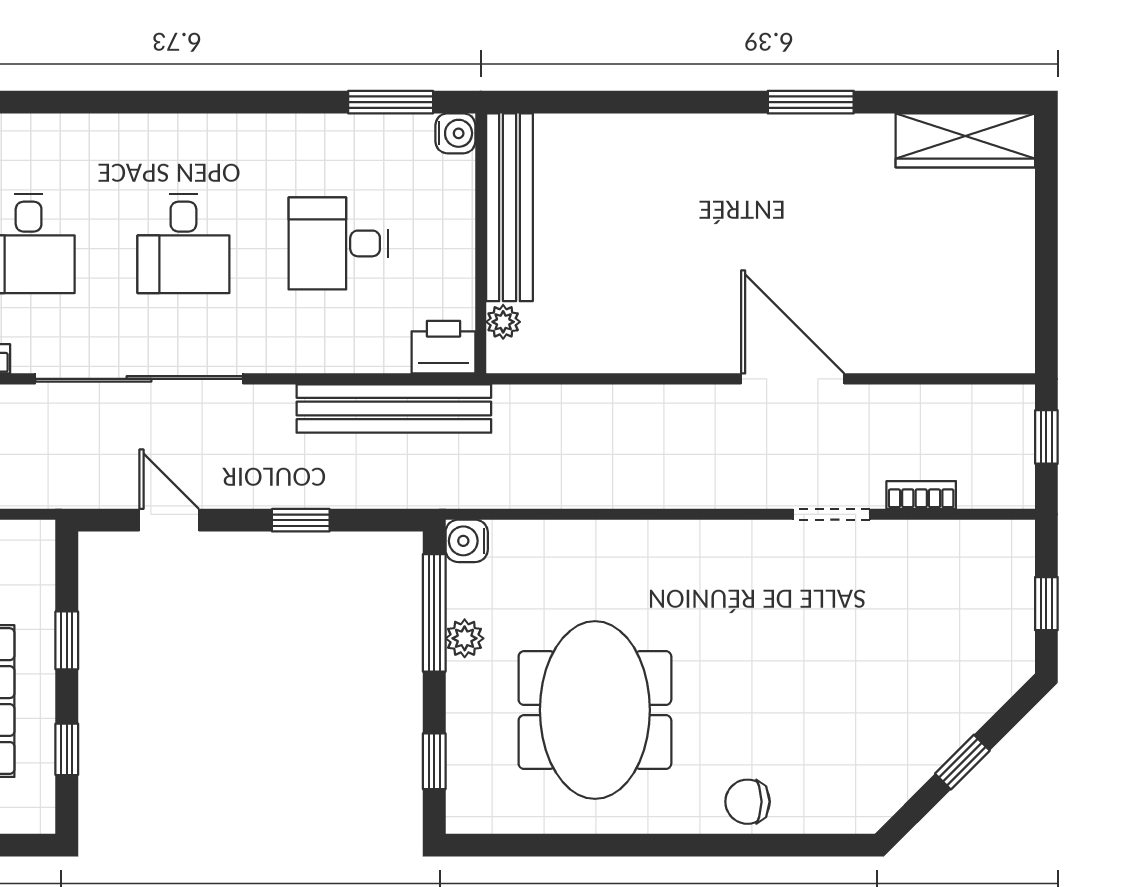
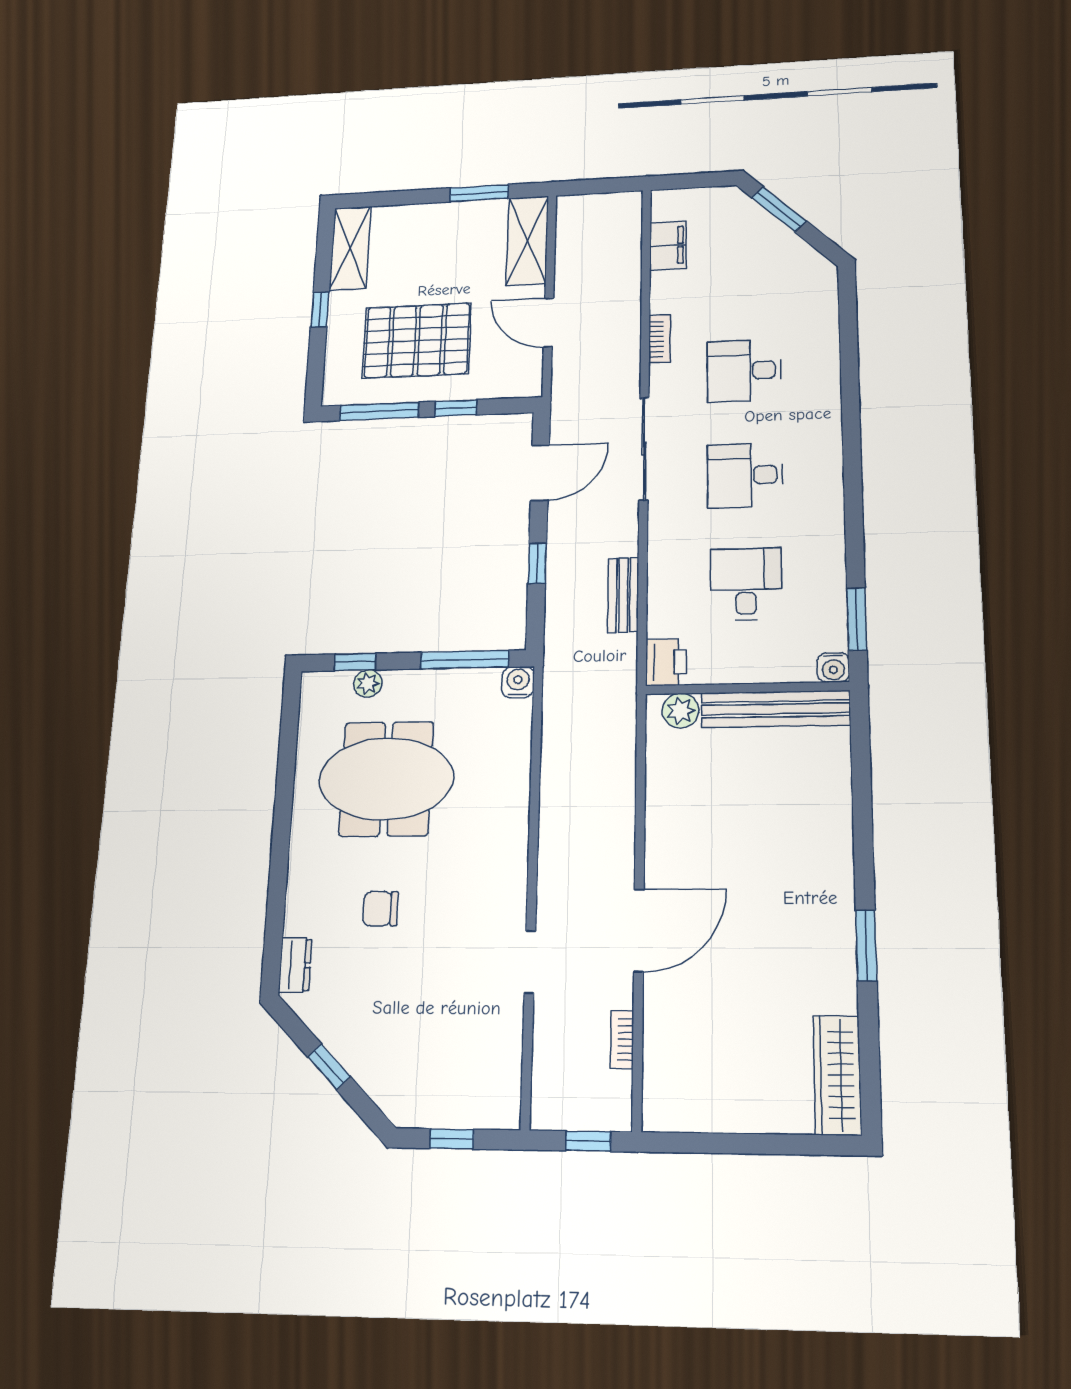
plant: (503, 322) -> (681, 711), width x1.38, depth x1.38
sliding door: (139, 379) -> (644, 449), width x0.73
bench: (394, 408) -> (623, 595), width x0.54, depth x0.82
bookcase: (921, 495) -> (622, 1039), moved, turned 180
door: (169, 520) -> (540, 473), width x1.38
plant: (465, 638) -> (368, 683), moved
window: (67, 749) -> (379, 411), width x2.17
chair: (748, 802) -> (381, 909), moved, turned -90
dresser: (837, 814) -> (295, 965), added

